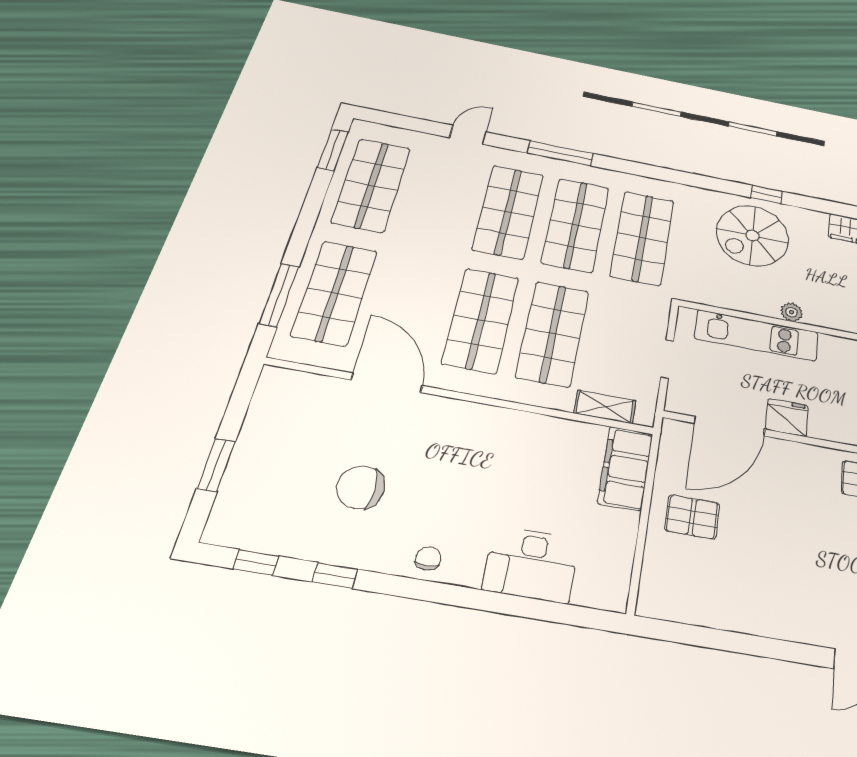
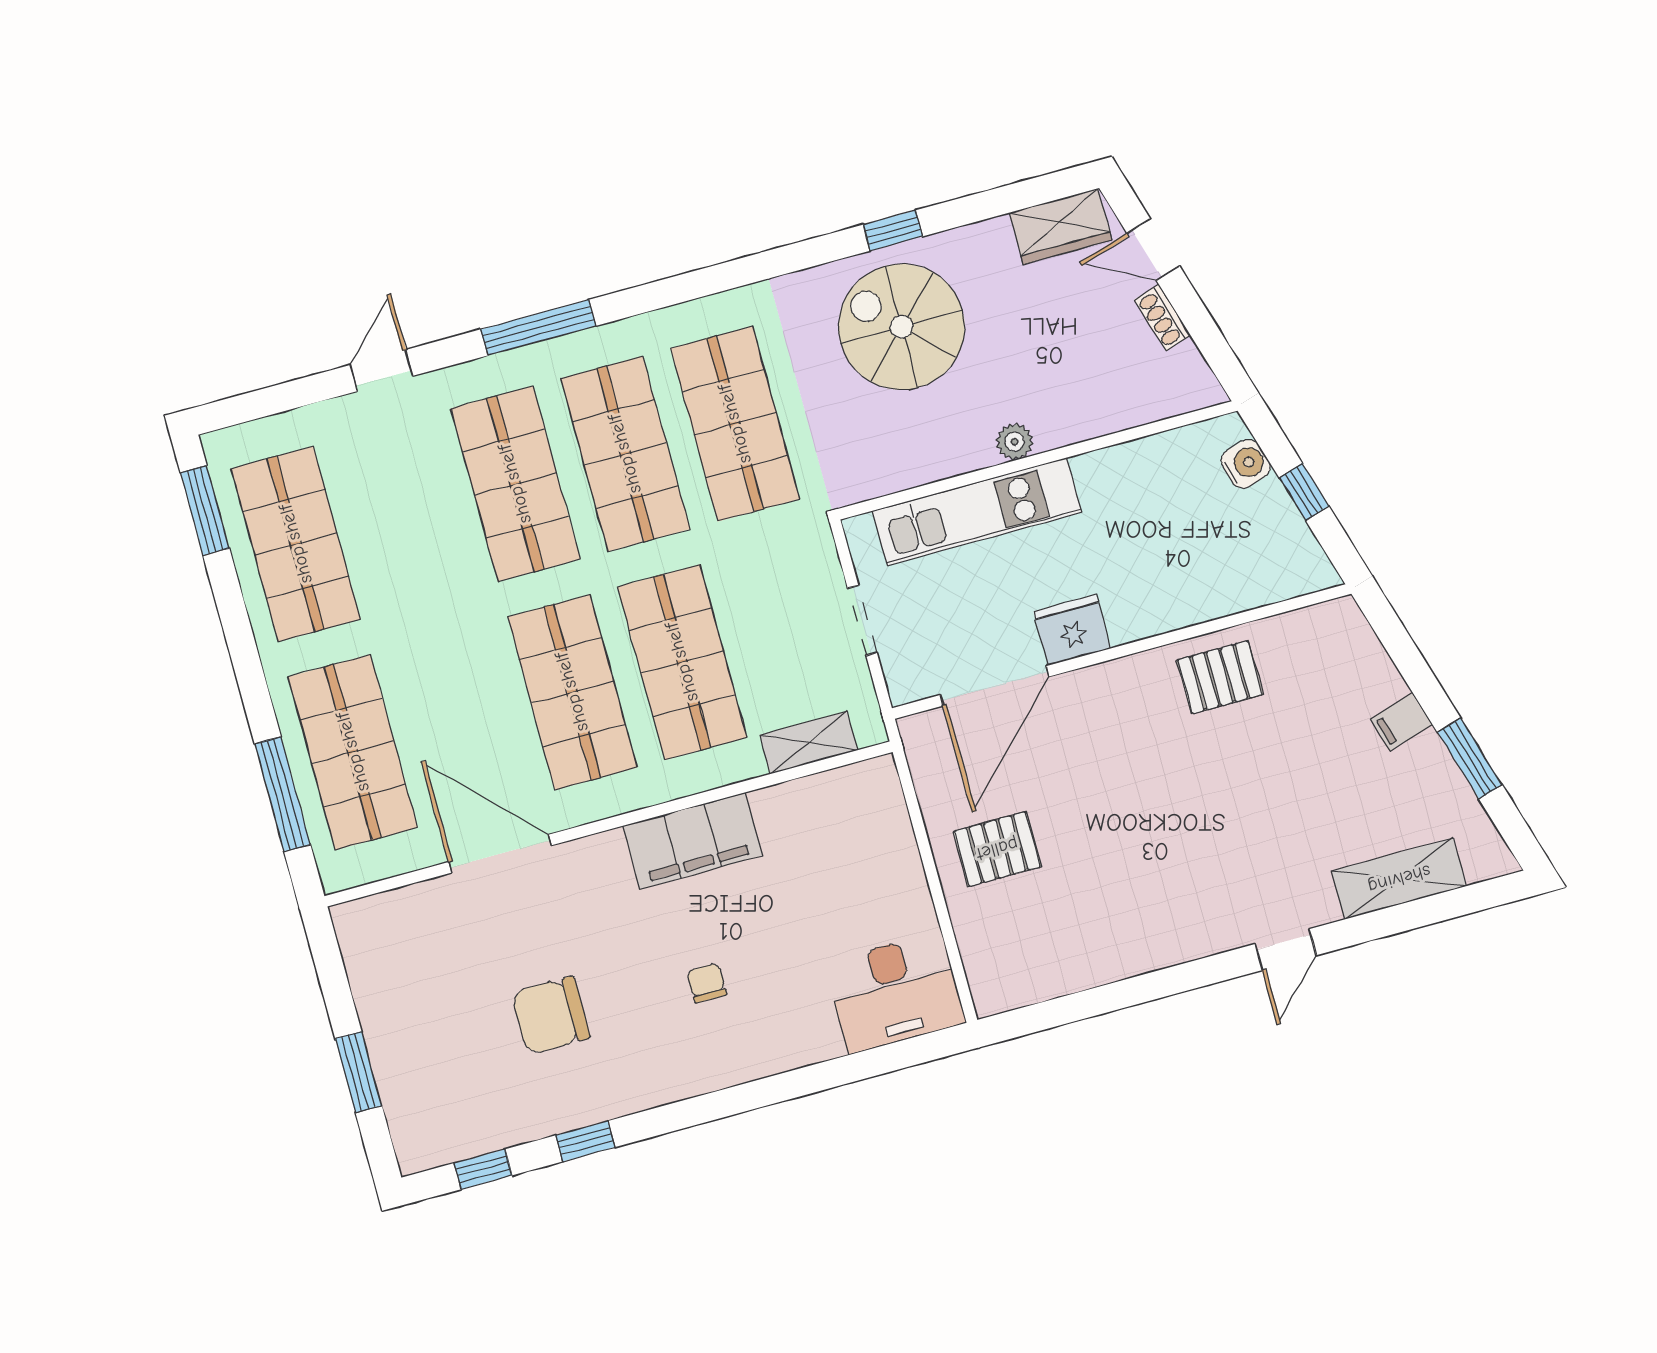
spiral stairs: (752, 236) -> (902, 327), turned 90
filing cabinet: (625, 468) -> (693, 841), moved, turned -90
chair: (428, 558) -> (707, 983), moved
desk: (531, 564) -> (895, 993), moved

